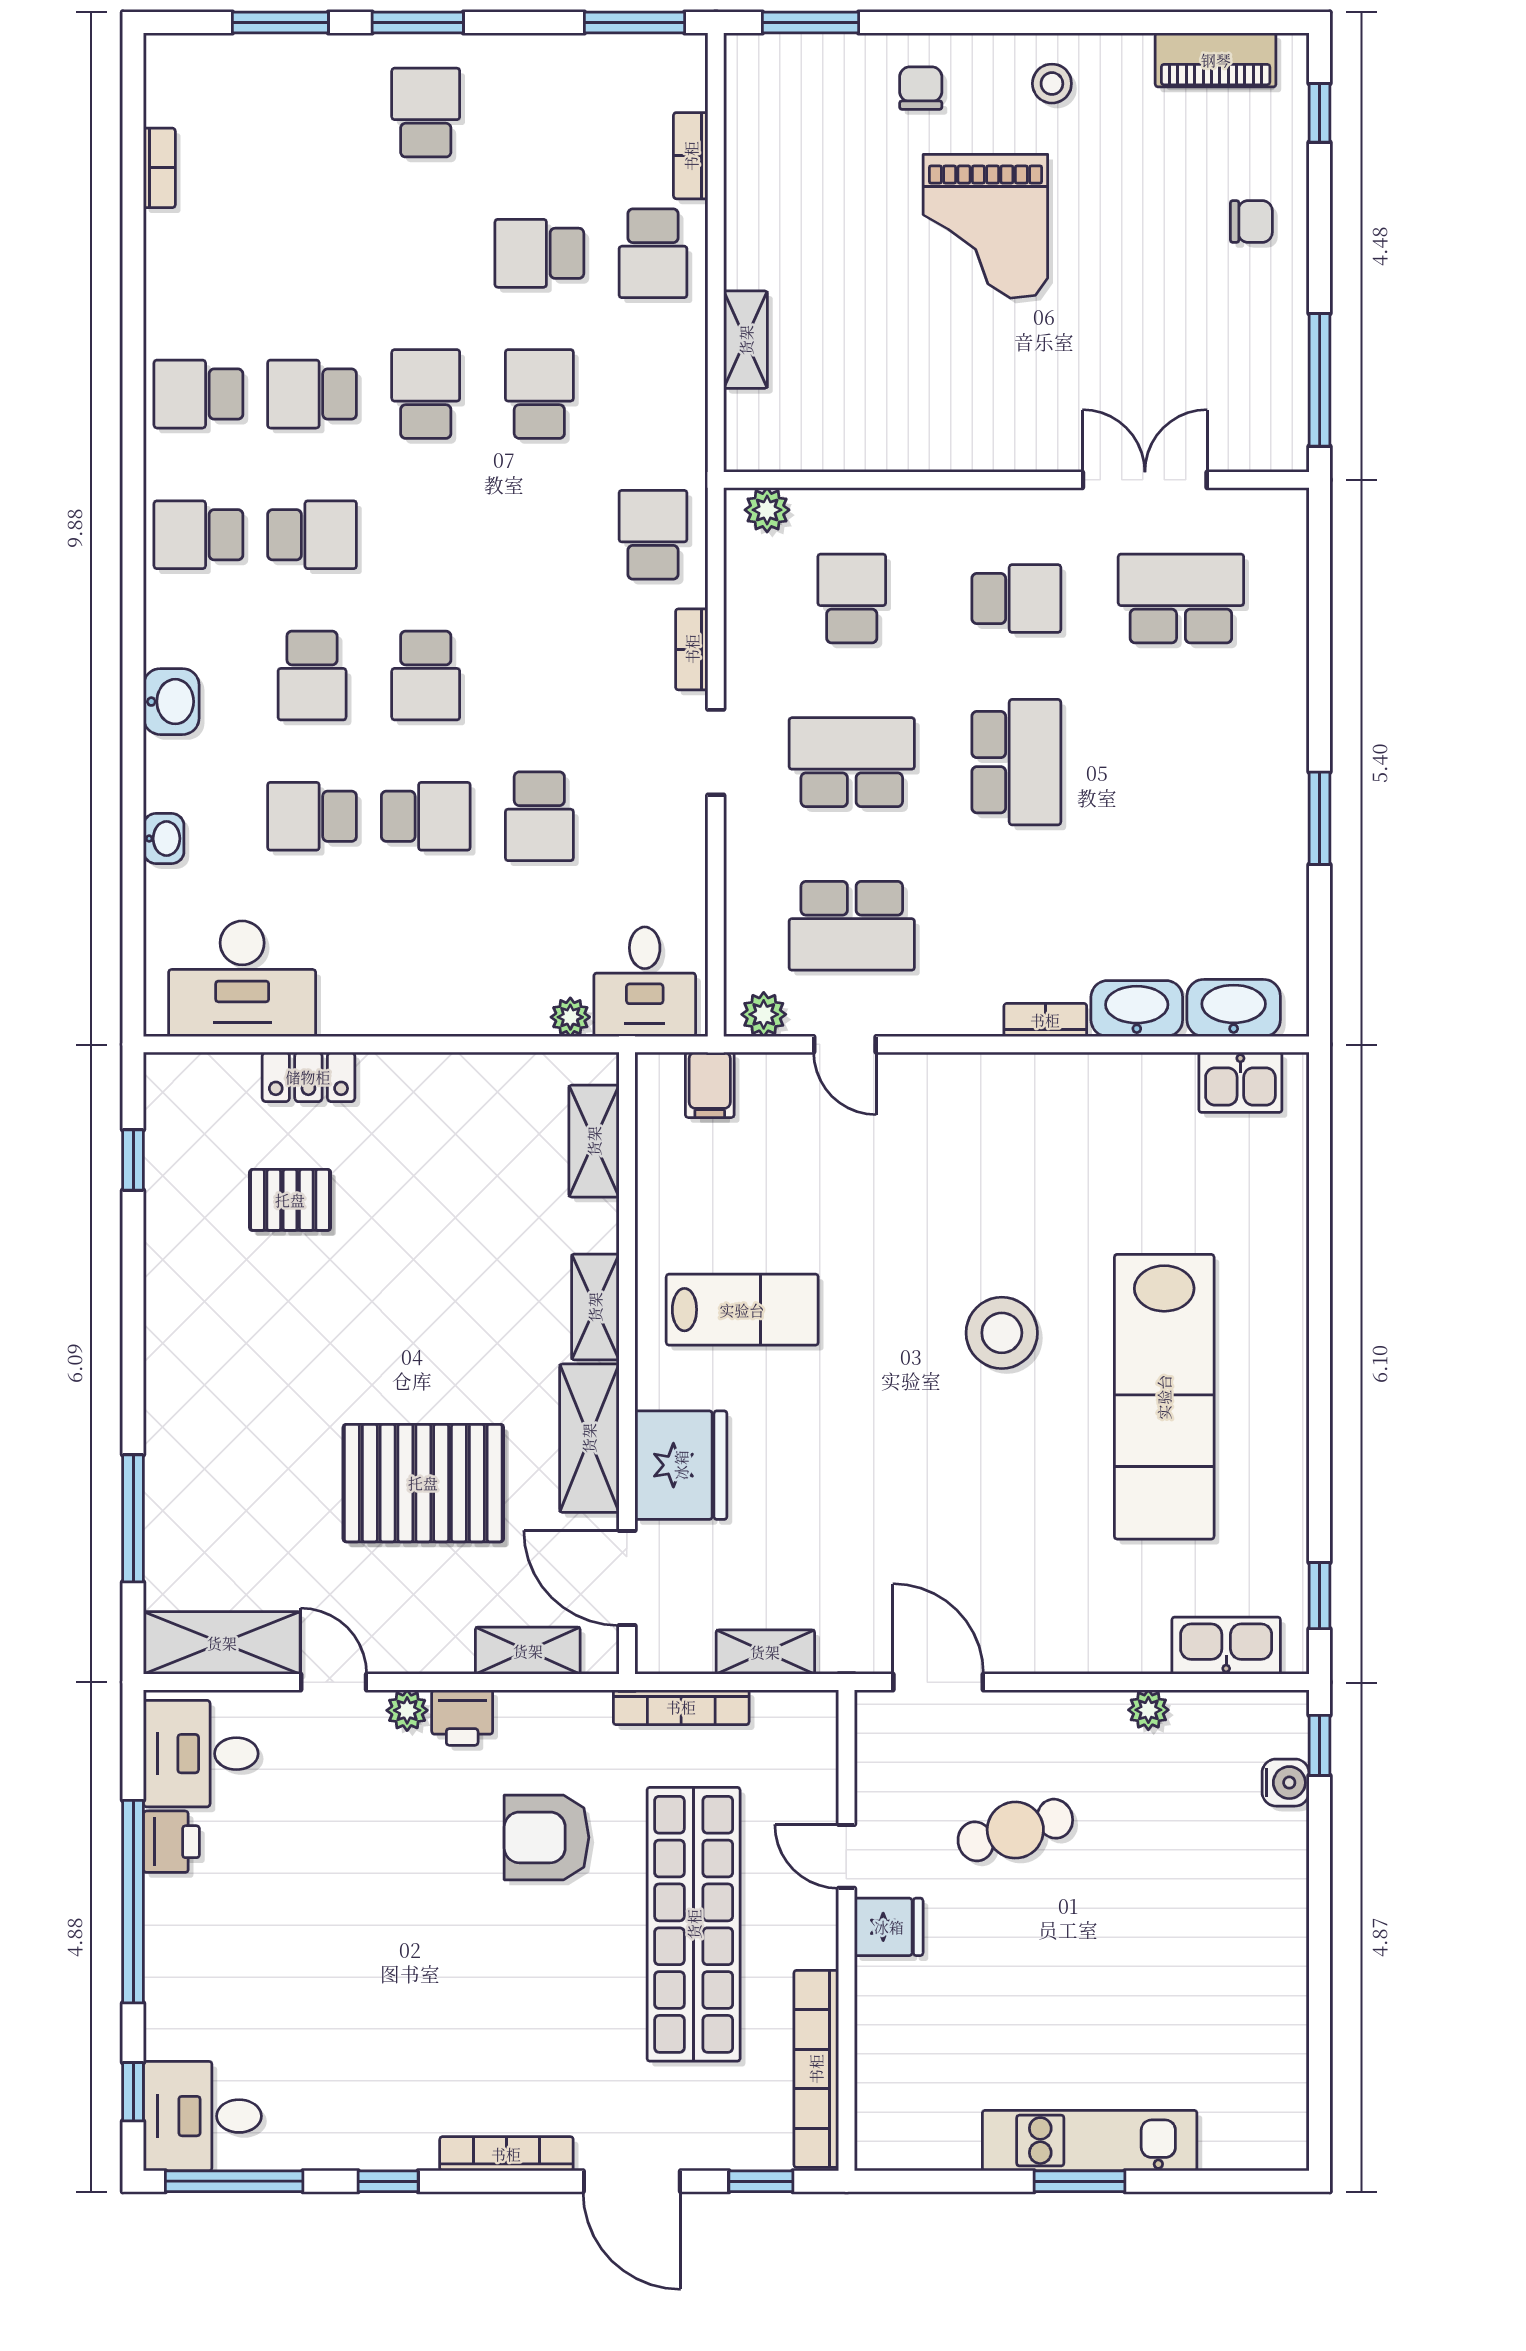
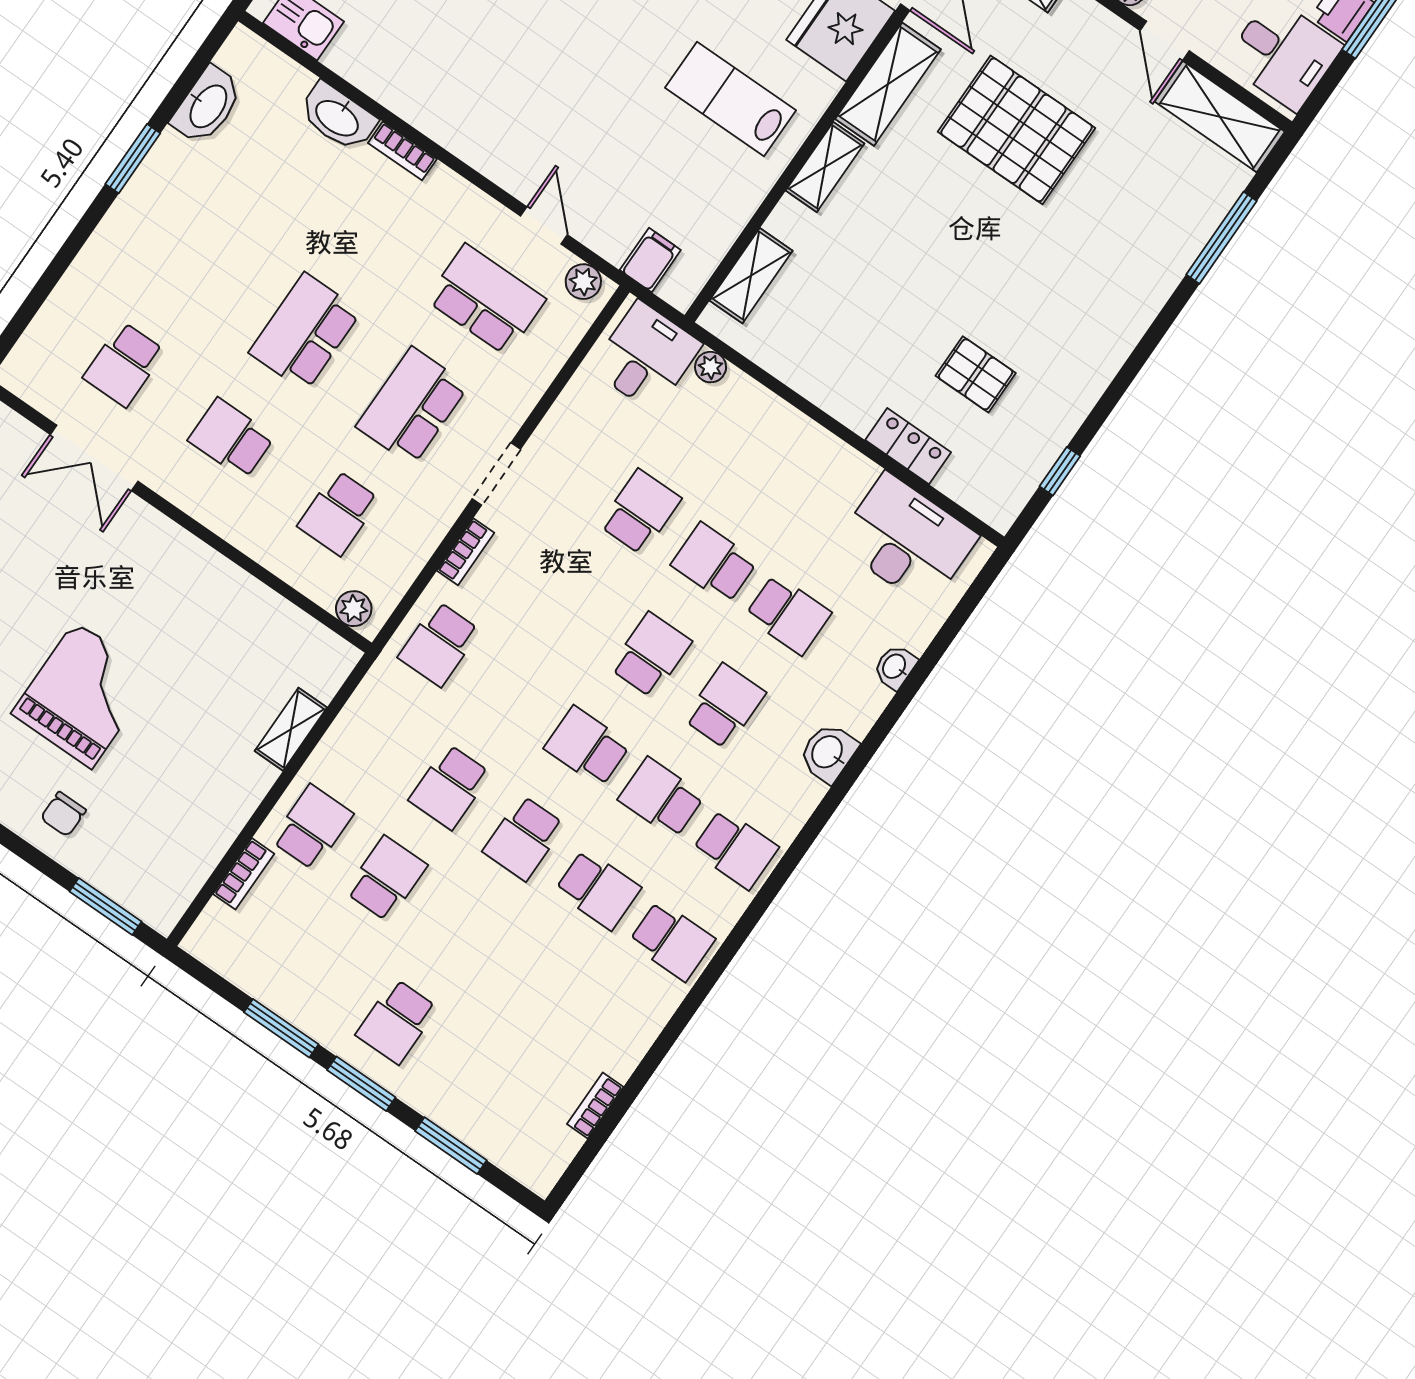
window: (635, 23) -> (281, 1028), moved
school desk: (539, 253) -> (386, 879), turned -90
school desk: (426, 535) -> (587, 746), added
school desk: (1181, 598) -> (124, 364), width x0.54
school desk: (852, 762) -> (412, 406), turned 90
washbasin: (1234, 1008) -> (207, 106), moved, turned -90

